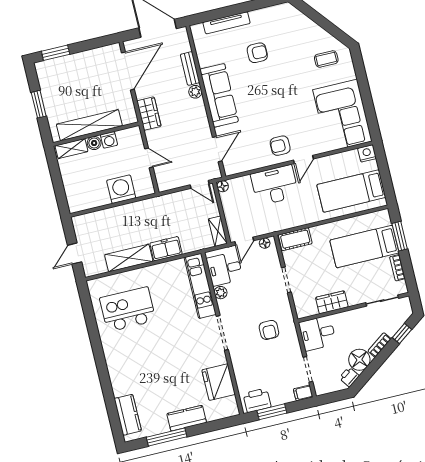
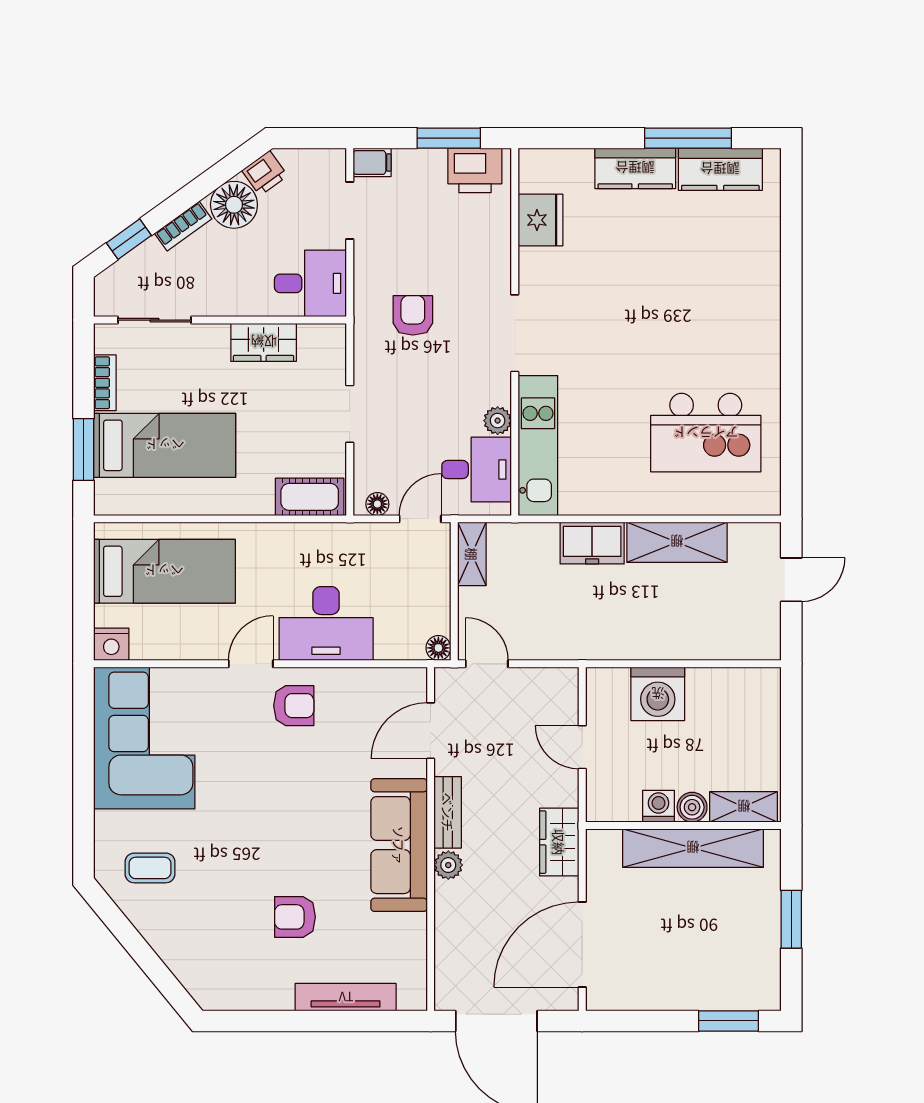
bench: (190, 68) -> (448, 812), moved
fridge: (219, 382) -> (540, 220), width x0.73, depth x0.75
kitchen counter: (128, 415) -> (720, 169), moved, turned -90

